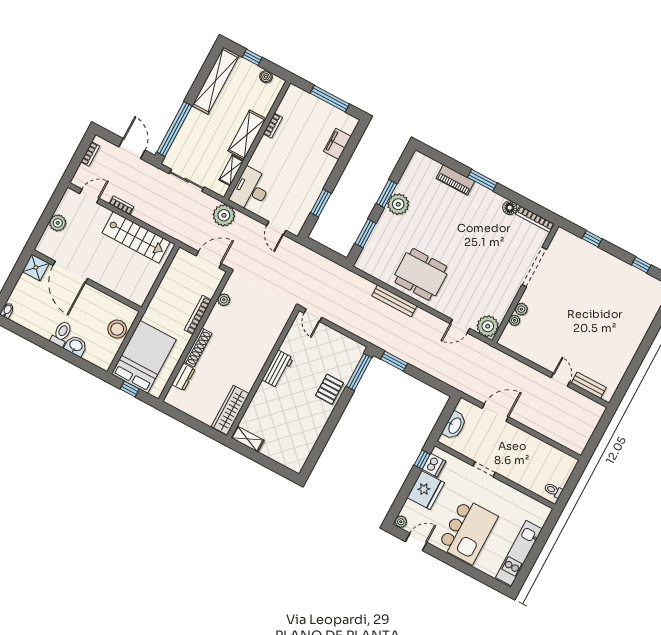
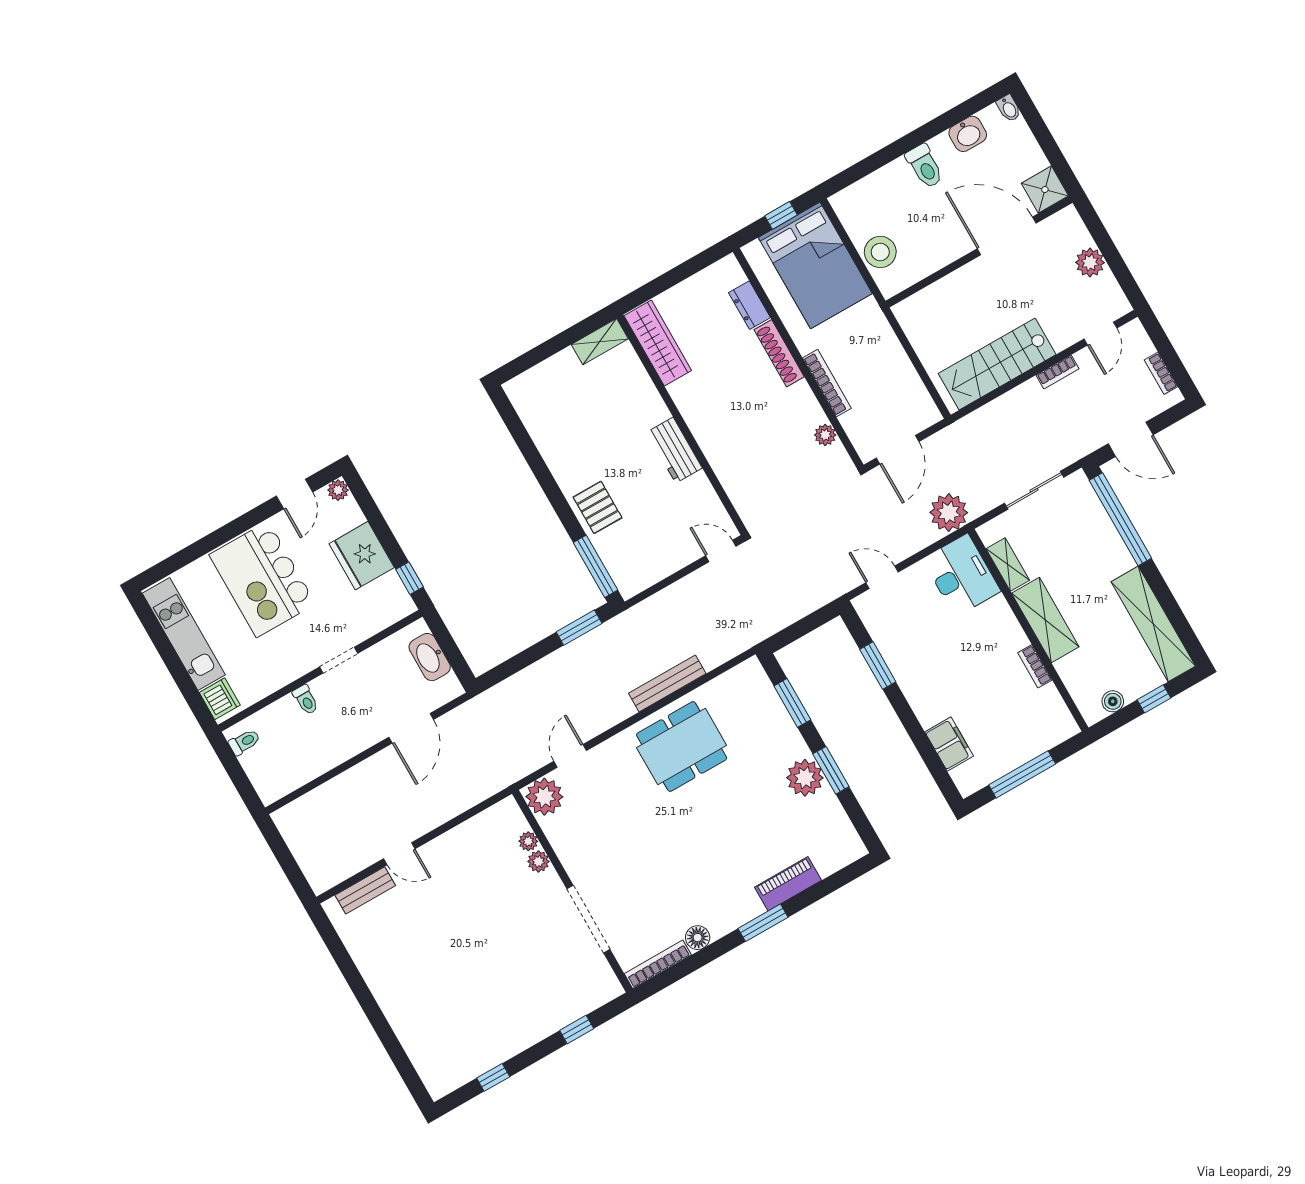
washbasin: (76, 346) -> (968, 134), moved
dishwasher: (434, 465) -> (220, 699), moved, turned 180
toilet: (514, 473) -> (306, 700), added

